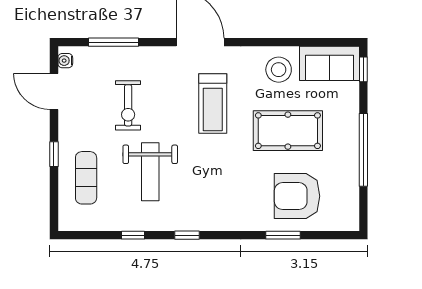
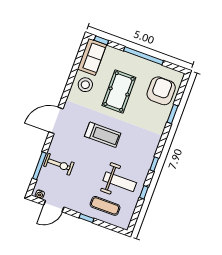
treadmill: (213, 104) -> (103, 135), moved
exercise bike: (128, 105) -> (59, 164), moved
weight bench: (150, 172) -> (120, 182), moved
armchair: (297, 196) -> (161, 91), moved, turned 180

